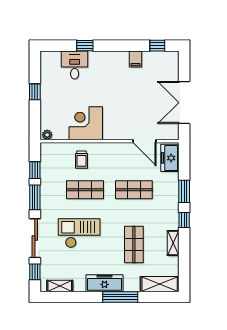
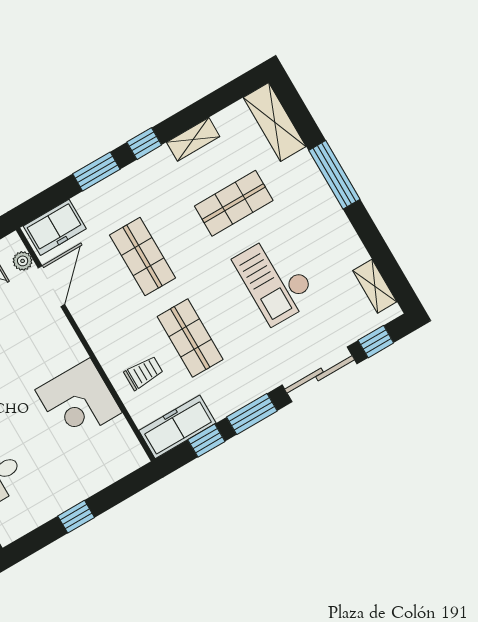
plant: (47, 135) -> (23, 261), moved
checkout: (79, 233) -> (275, 279), moved
freezer: (105, 283) -> (177, 427), moved, turned 90

